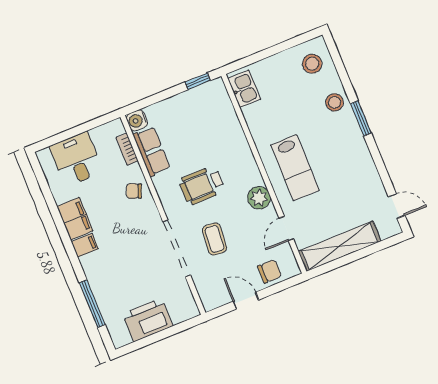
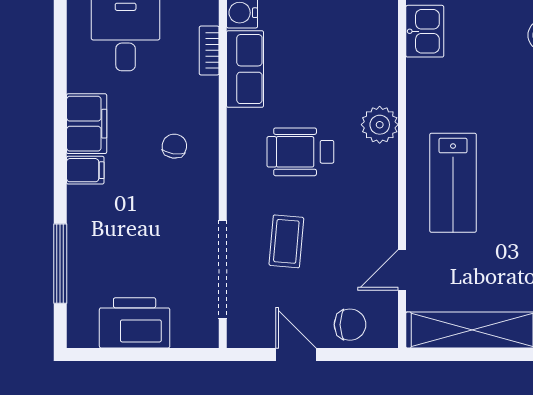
chair: (134, 191) -> (174, 146), moved, turned 75
plant: (259, 198) -> (380, 125), moved
doorway: (177, 248) -> (223, 270), moved

